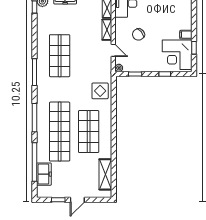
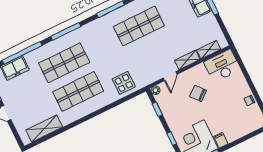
shop shelf: (60, 132) -> (64, 63), width x0.71

